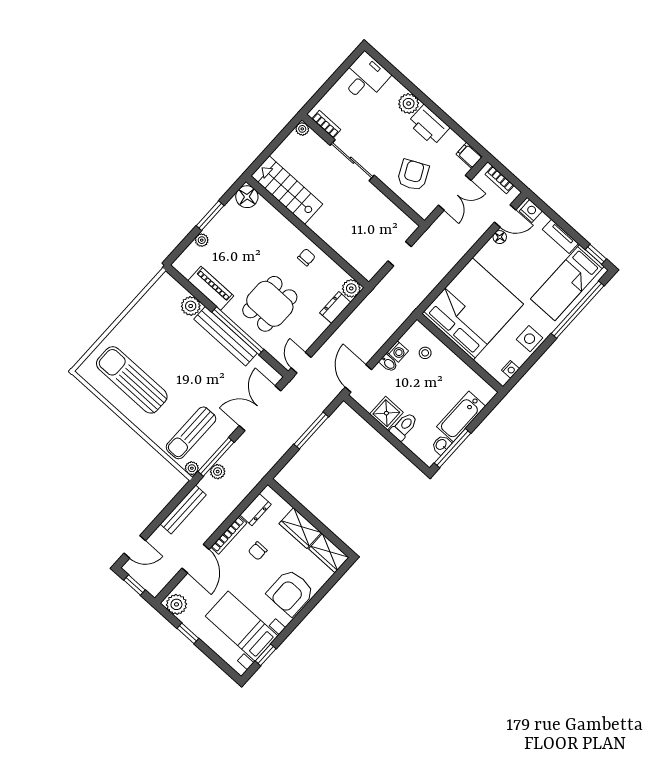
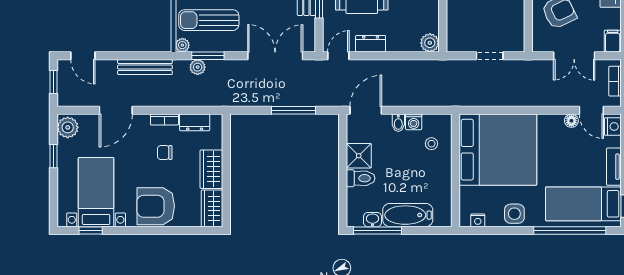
dresser: (335, 308) -> (371, 44), moved
window: (216, 457) -> (208, 56), width x0.69
bookcase: (229, 535) -> (164, 120), width x0.64

